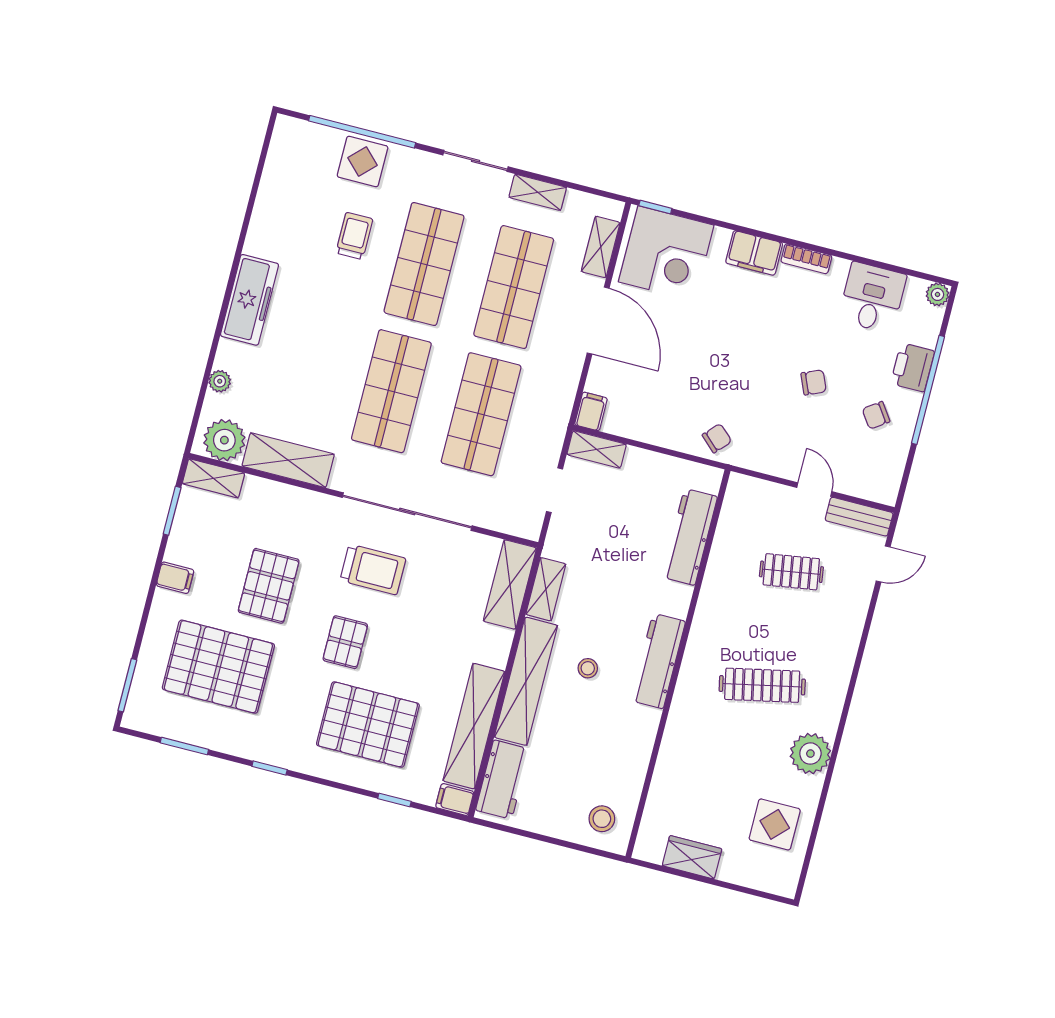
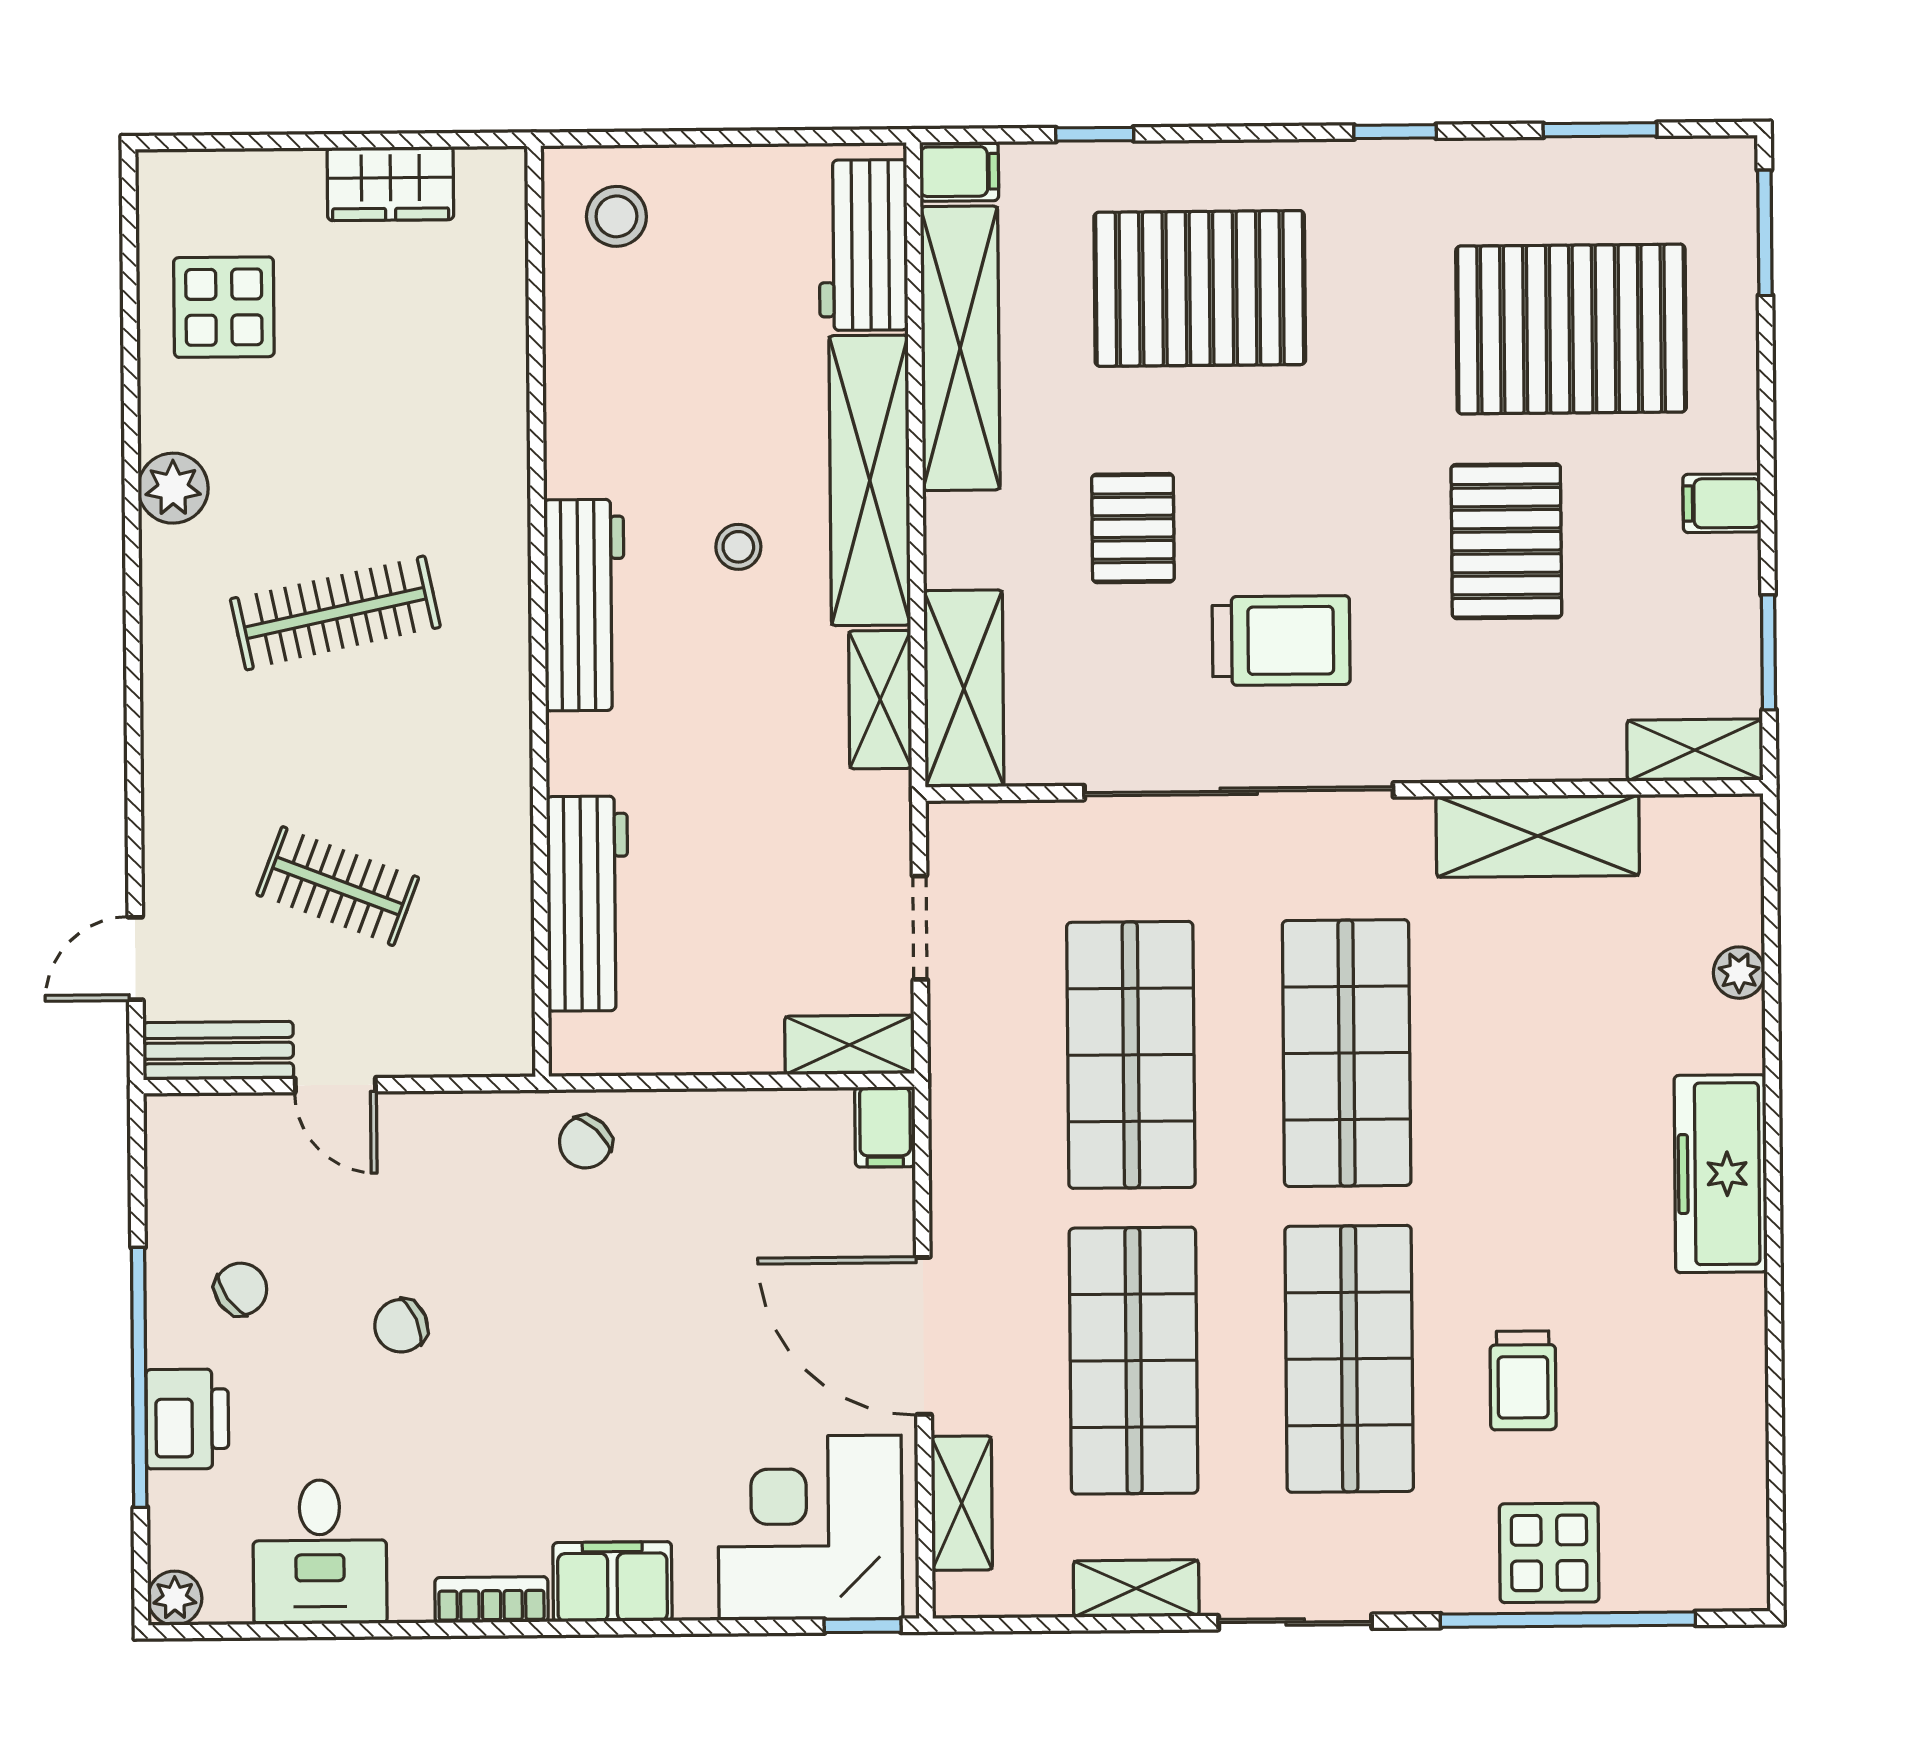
plant: (224, 440) -> (1693, 843), removed
trolley: (373, 569) -> (1281, 641), turned 180
clothes rail: (791, 572) -> (338, 886), turned 30
pallet: (345, 642) -> (1133, 528), moved
plant: (810, 754) -> (173, 488), width x0.73, depth x0.73

